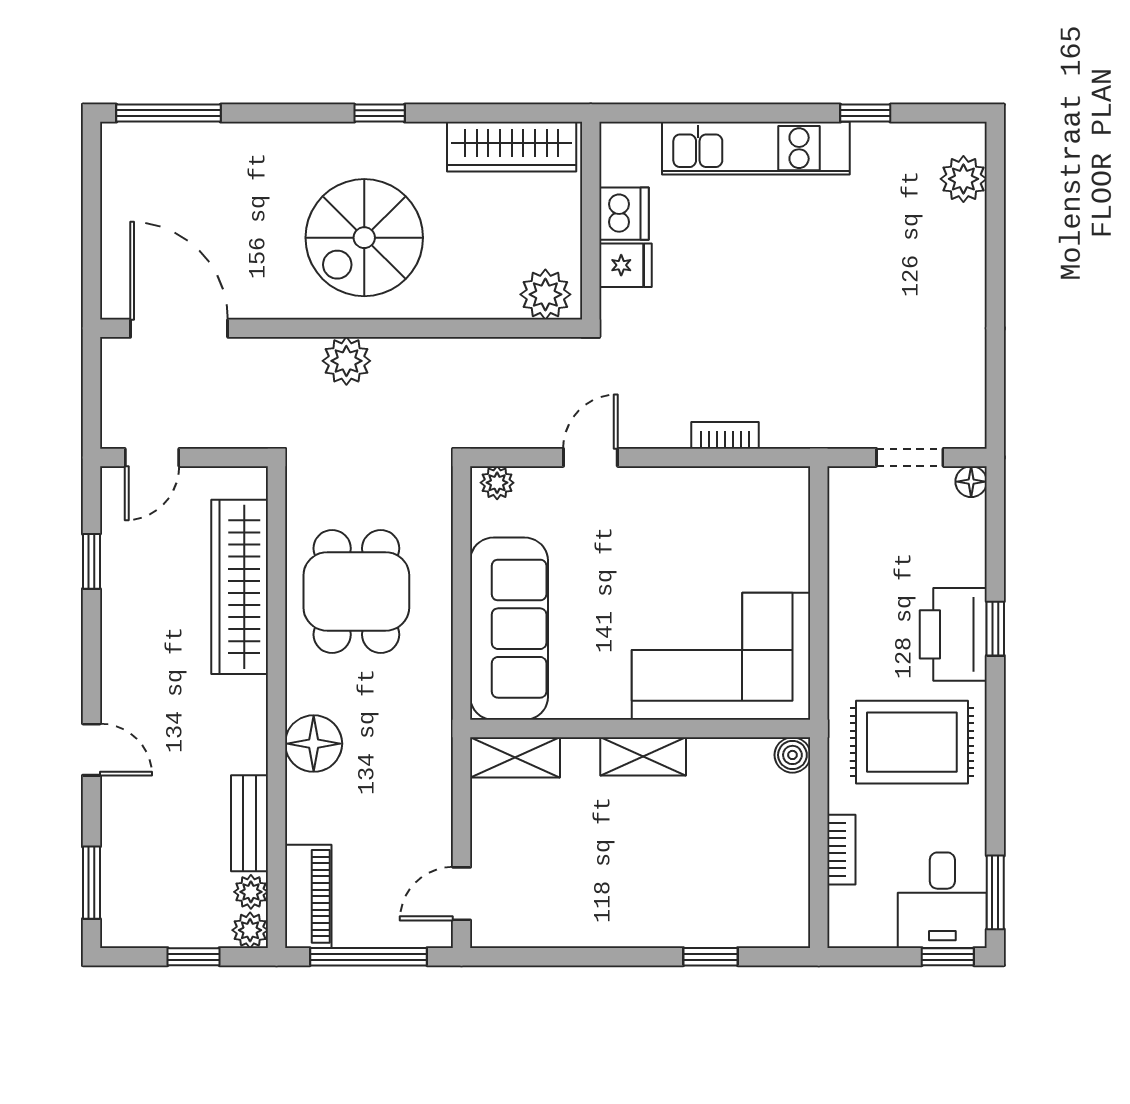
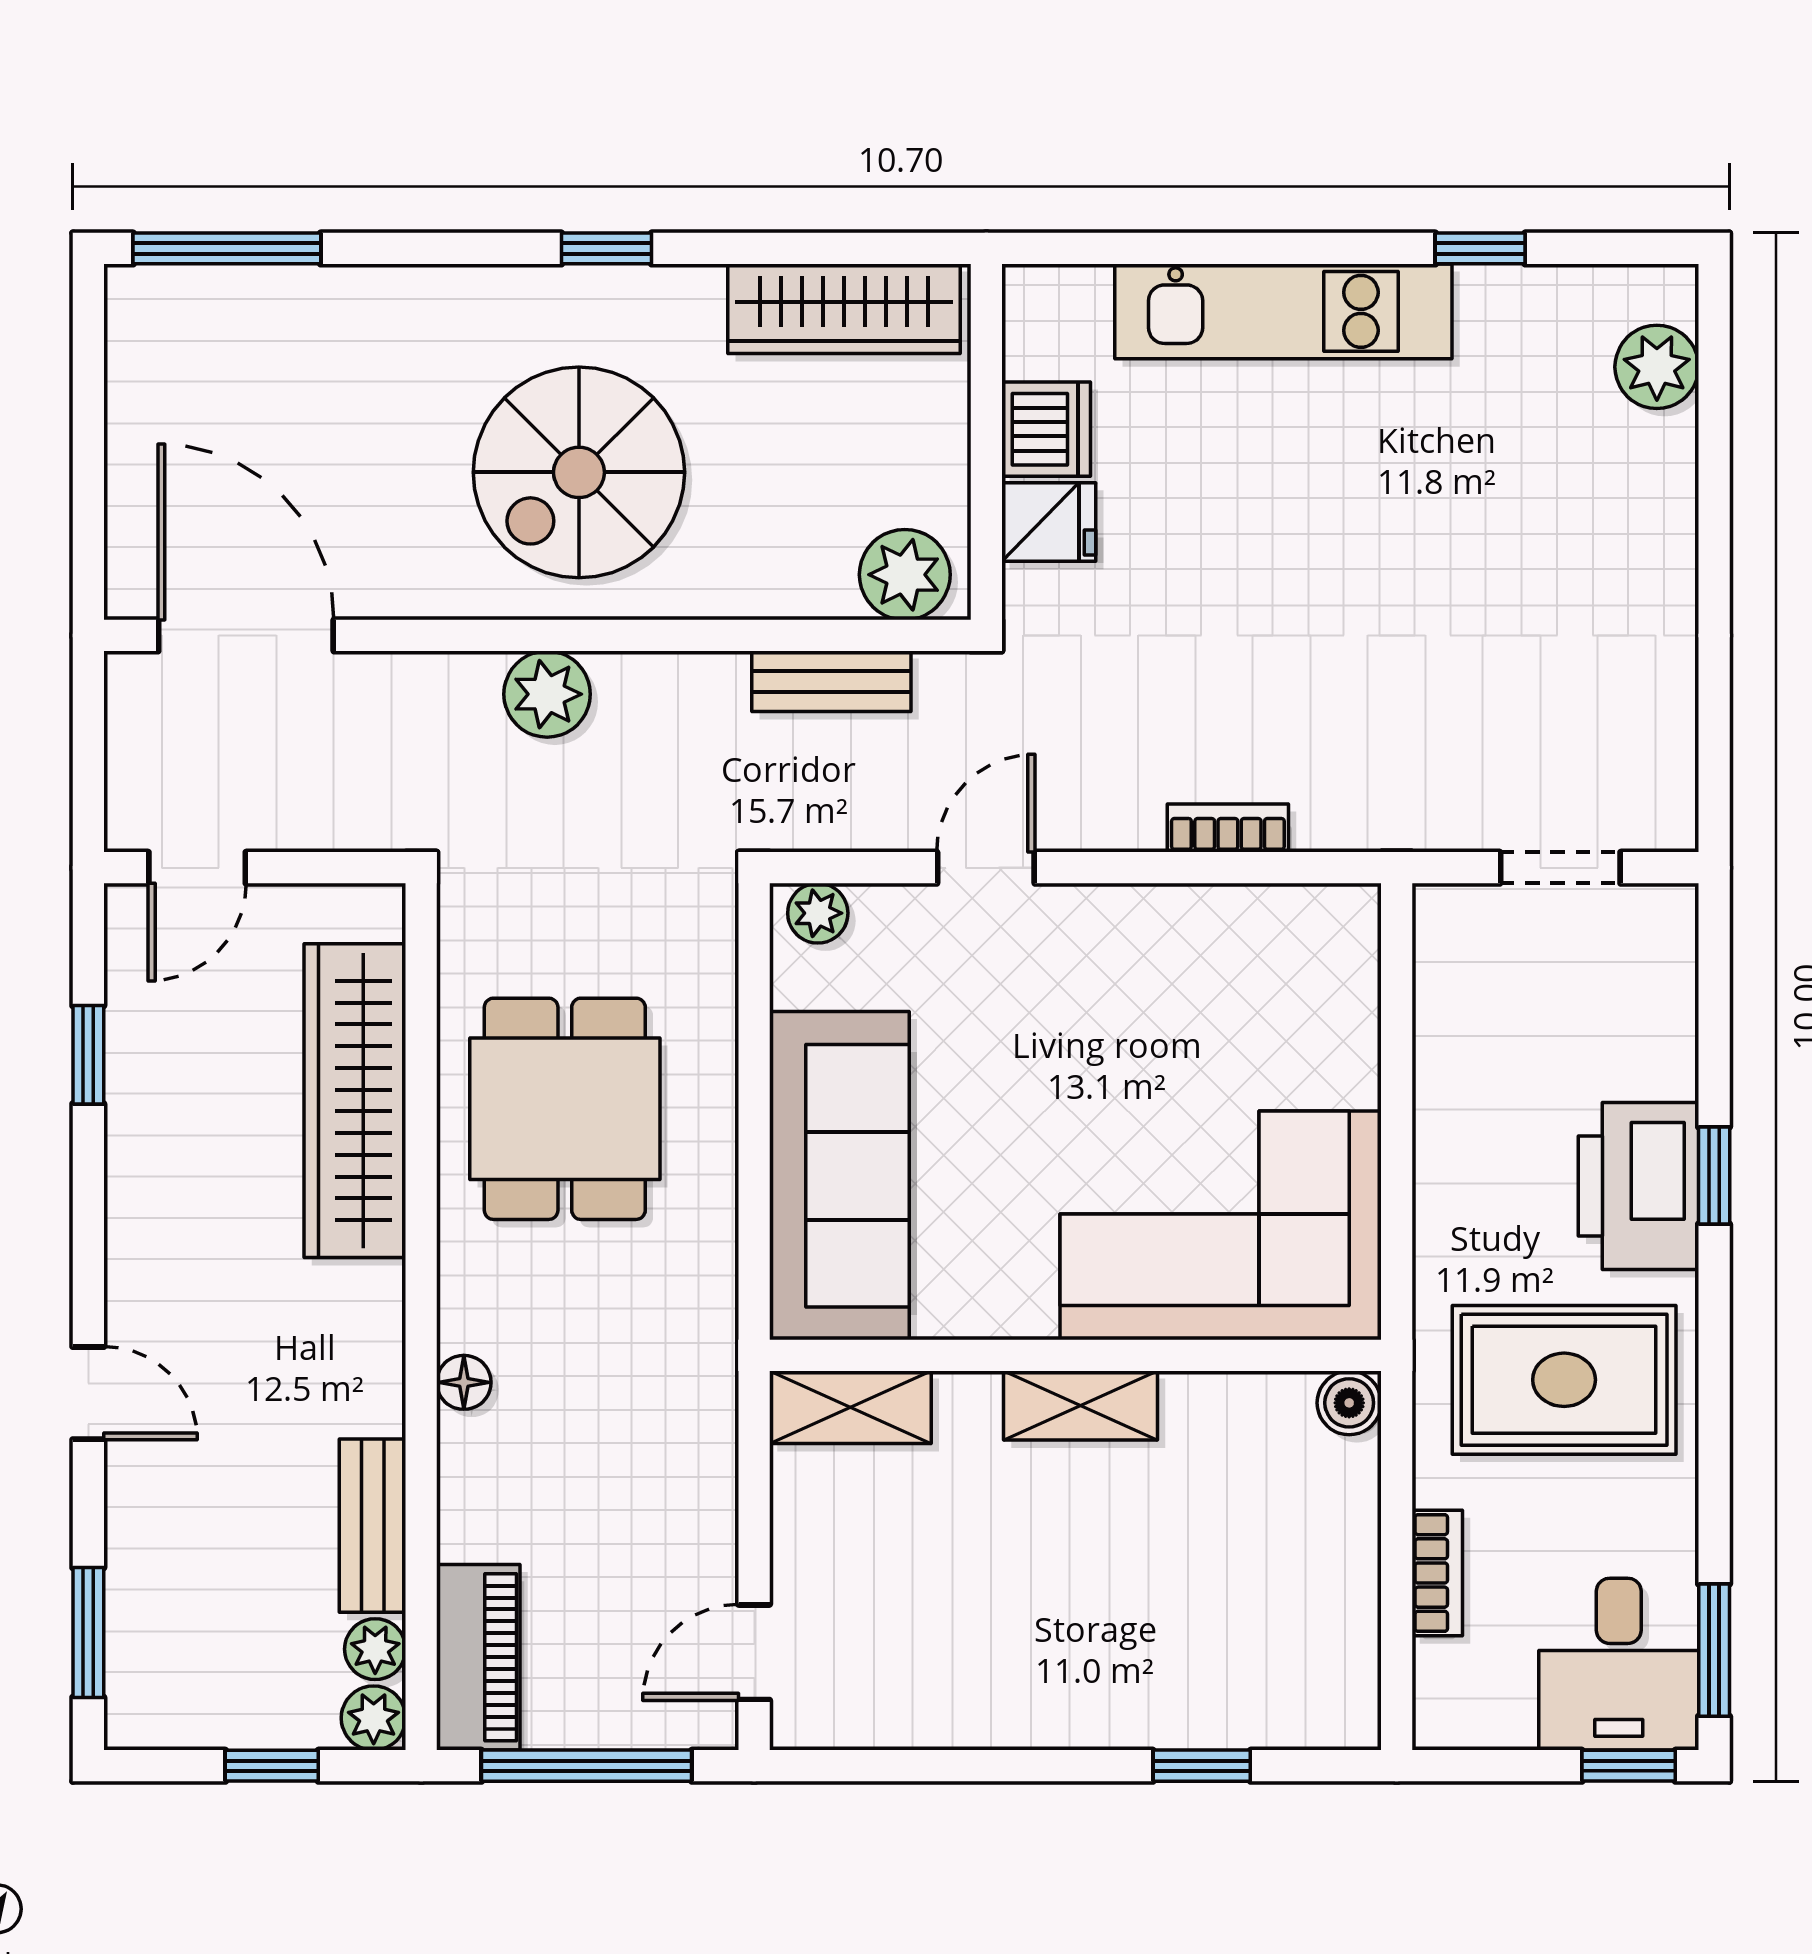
bench: (505, 354) -> (831, 681), added
floor lamp: (971, 482) -> (1671, 911), removed
floor lamp: (314, 744) -> (464, 1382), width x0.53, depth x0.53

